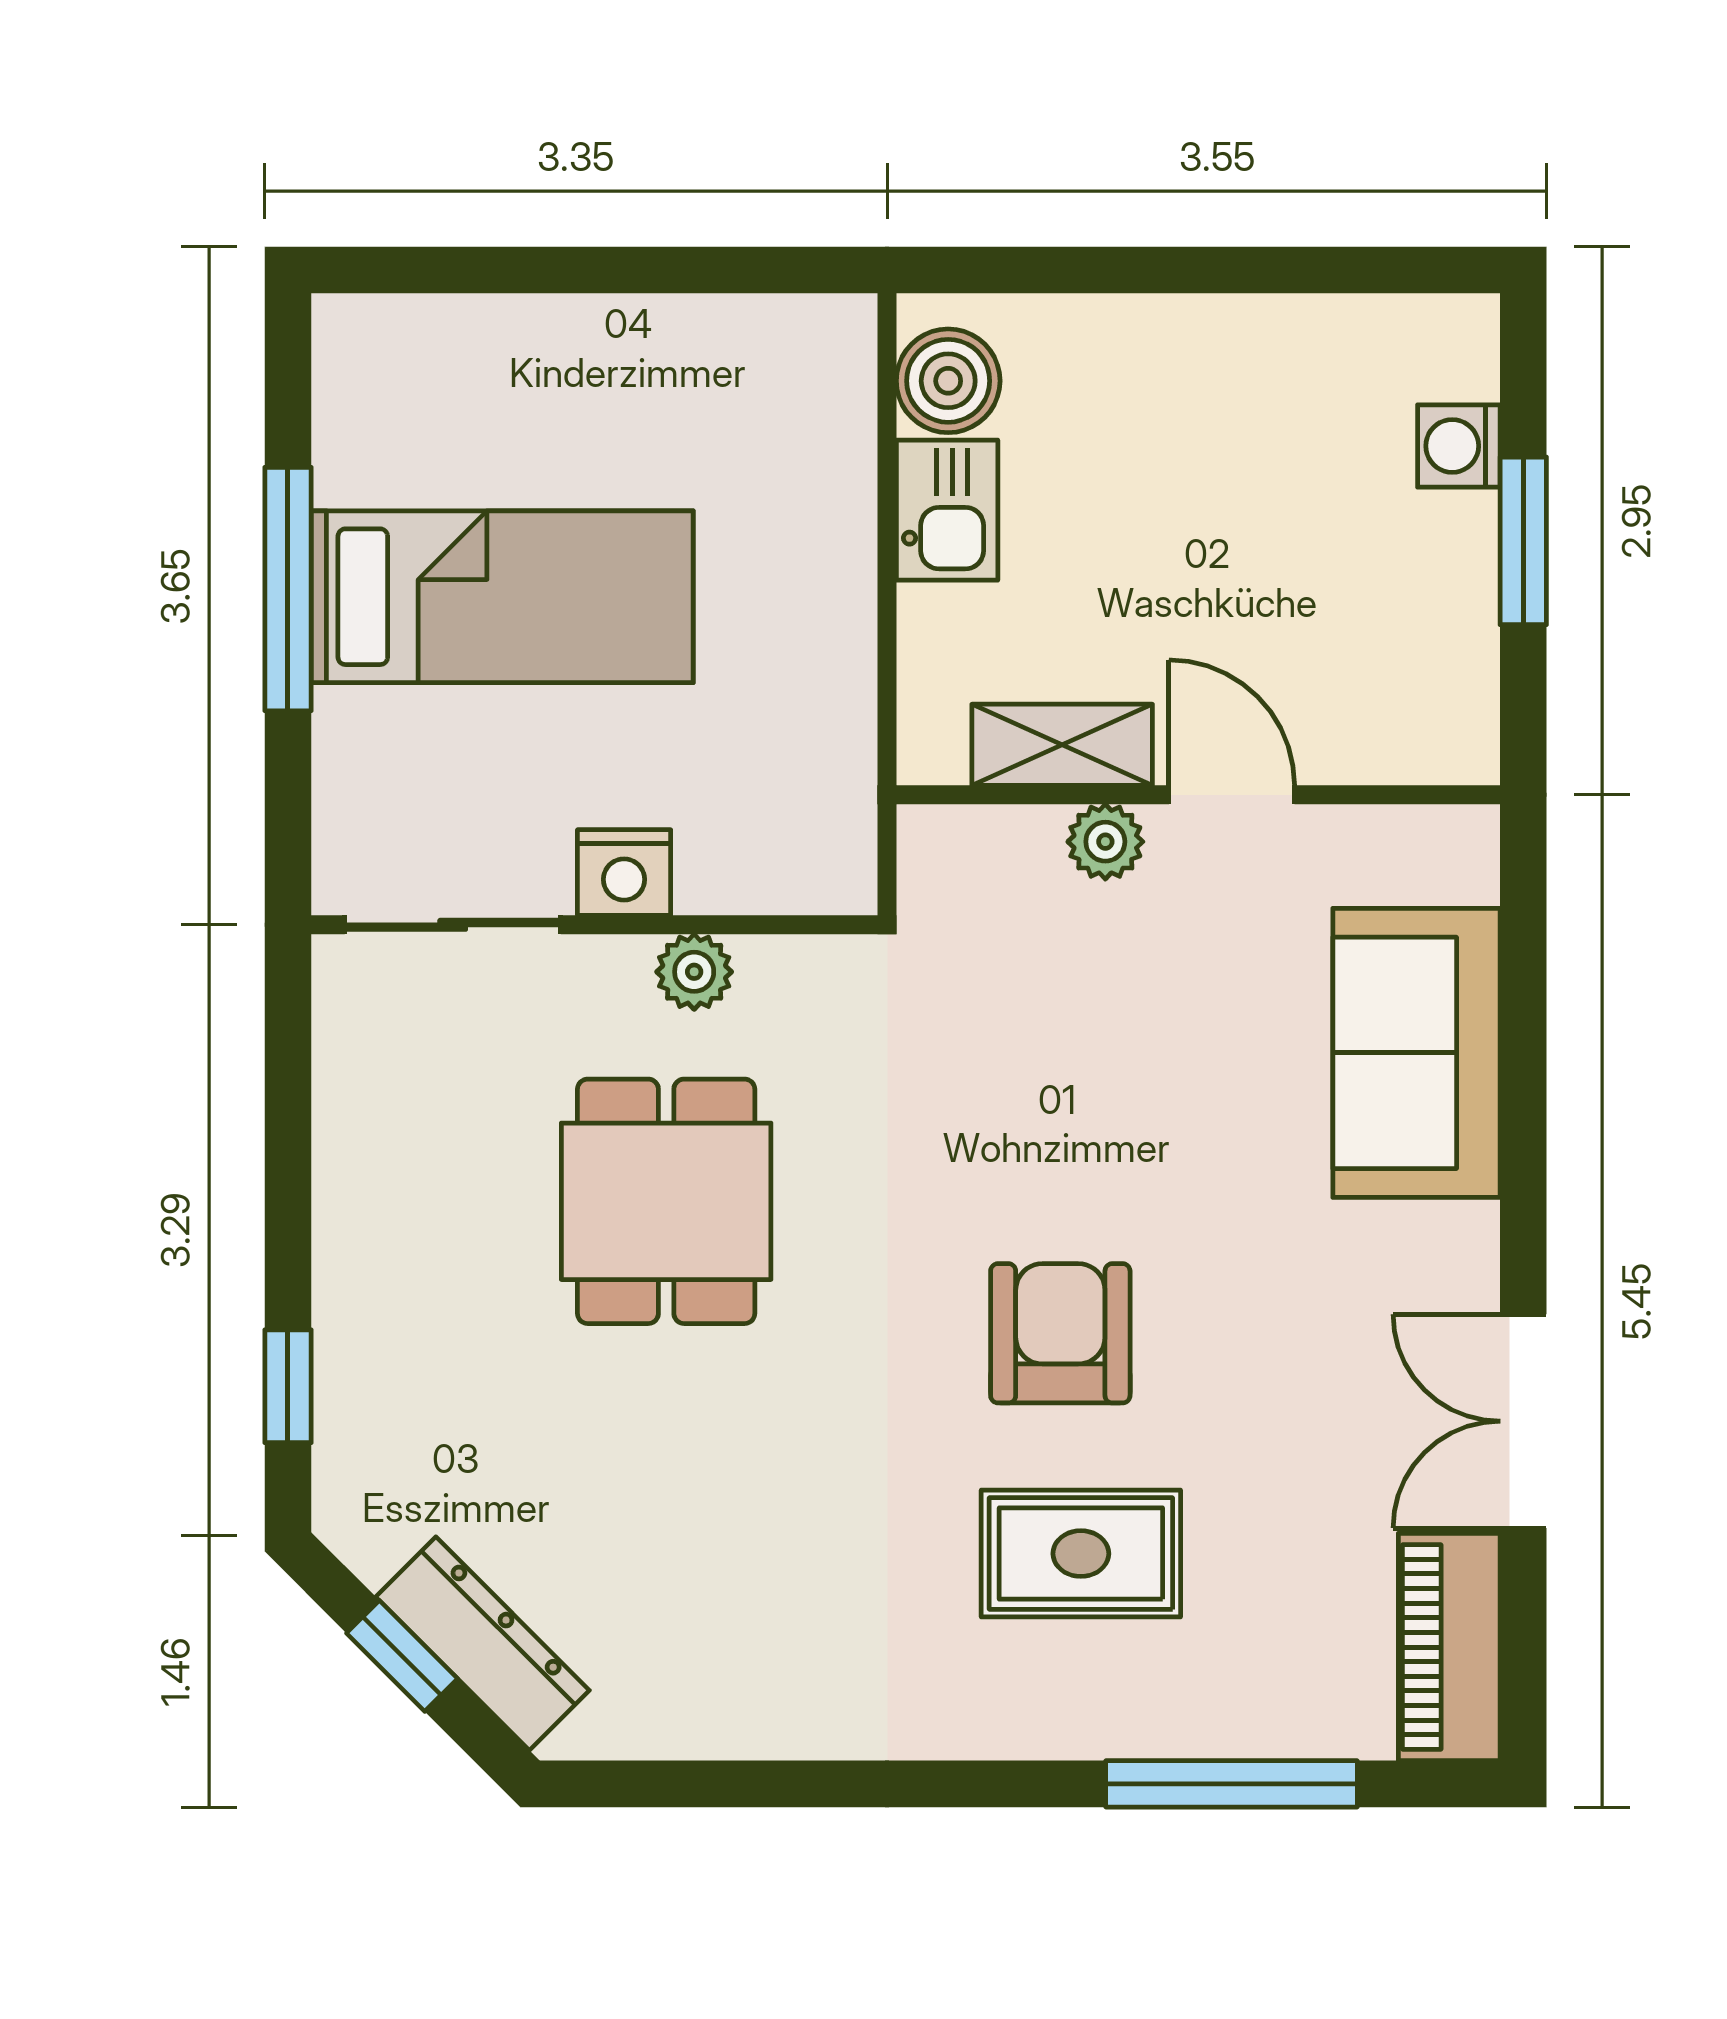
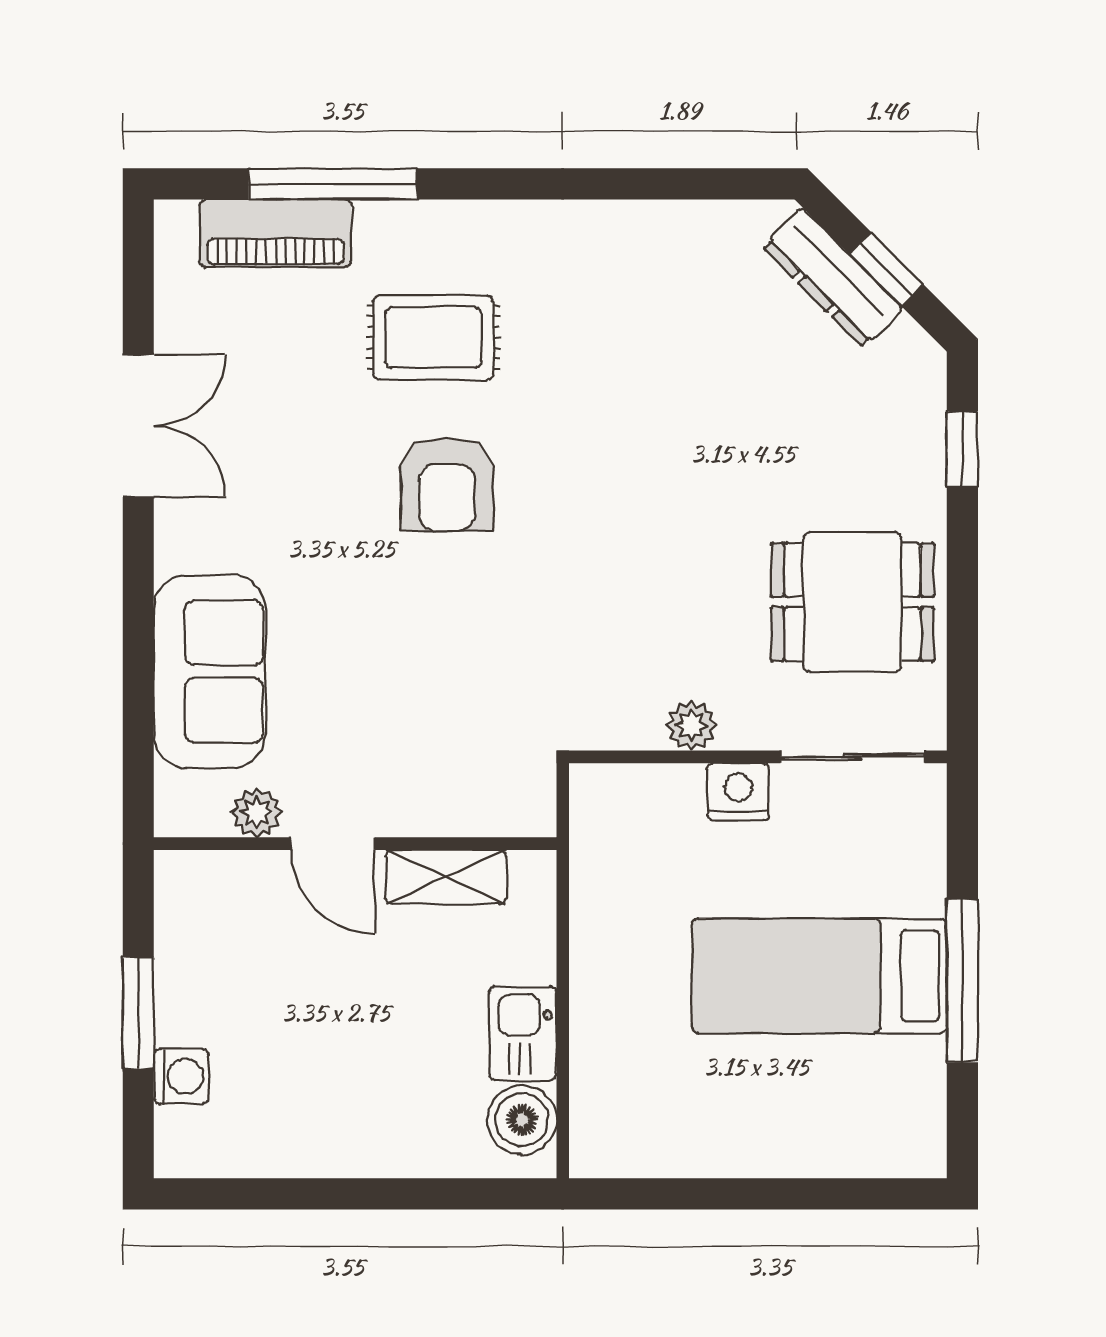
plant: (1105, 842) -> (257, 812), moved
dining table: (666, 1201) -> (852, 602), moved, turned 90
piano: (1449, 1647) -> (276, 233), moved, turned 90

